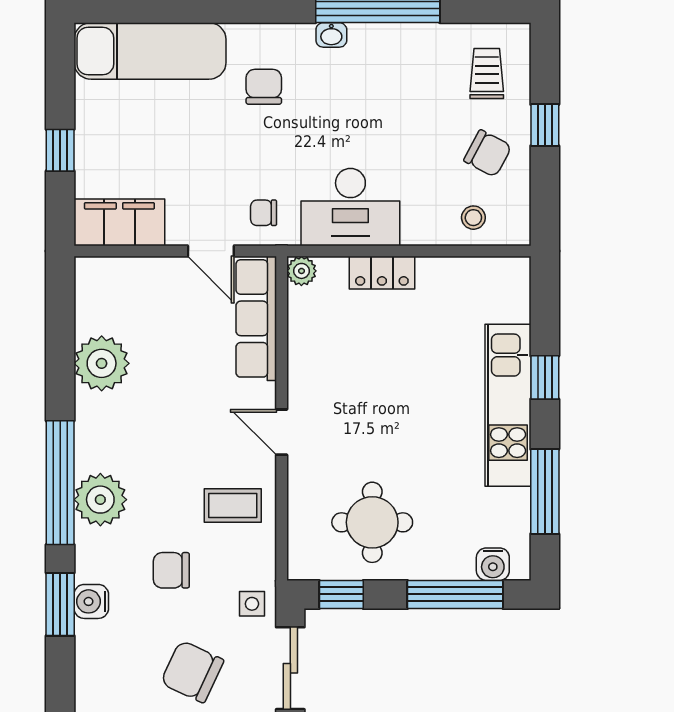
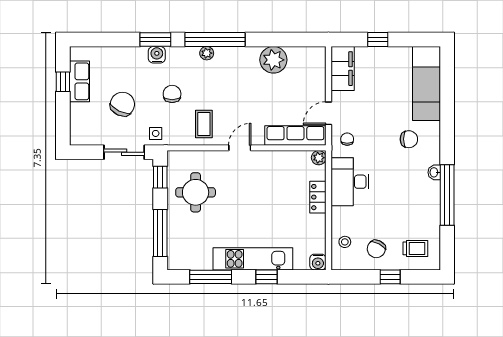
plant: (100, 500) -> (207, 53), width x0.53, depth x0.53
water cooler: (493, 564) -> (318, 262), moved, turned -90

